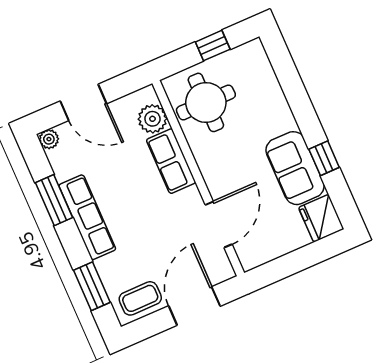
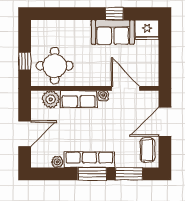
window: (213, 46) -> (25, 61), moved
plant: (49, 139) -> (57, 162), moved
water cooler: (193, 196) -> (103, 96), added
window: (54, 200) -> (92, 174), moved
door: (194, 306) -> (165, 122), hinge flipped

